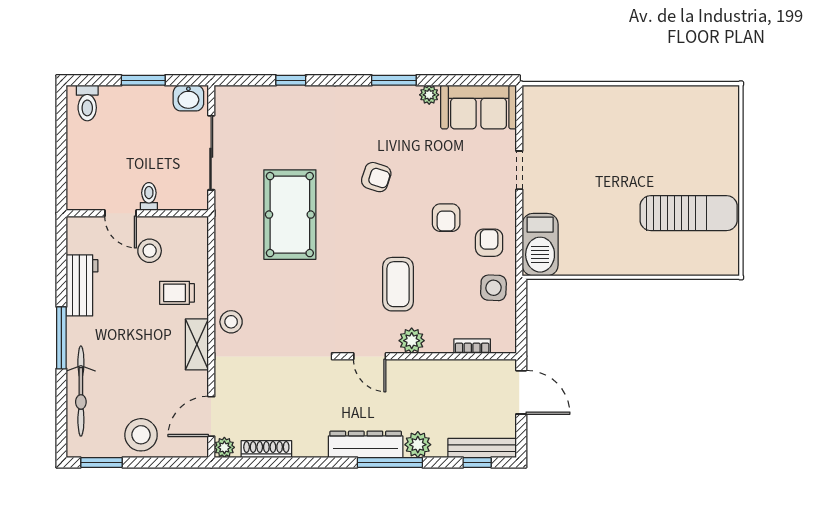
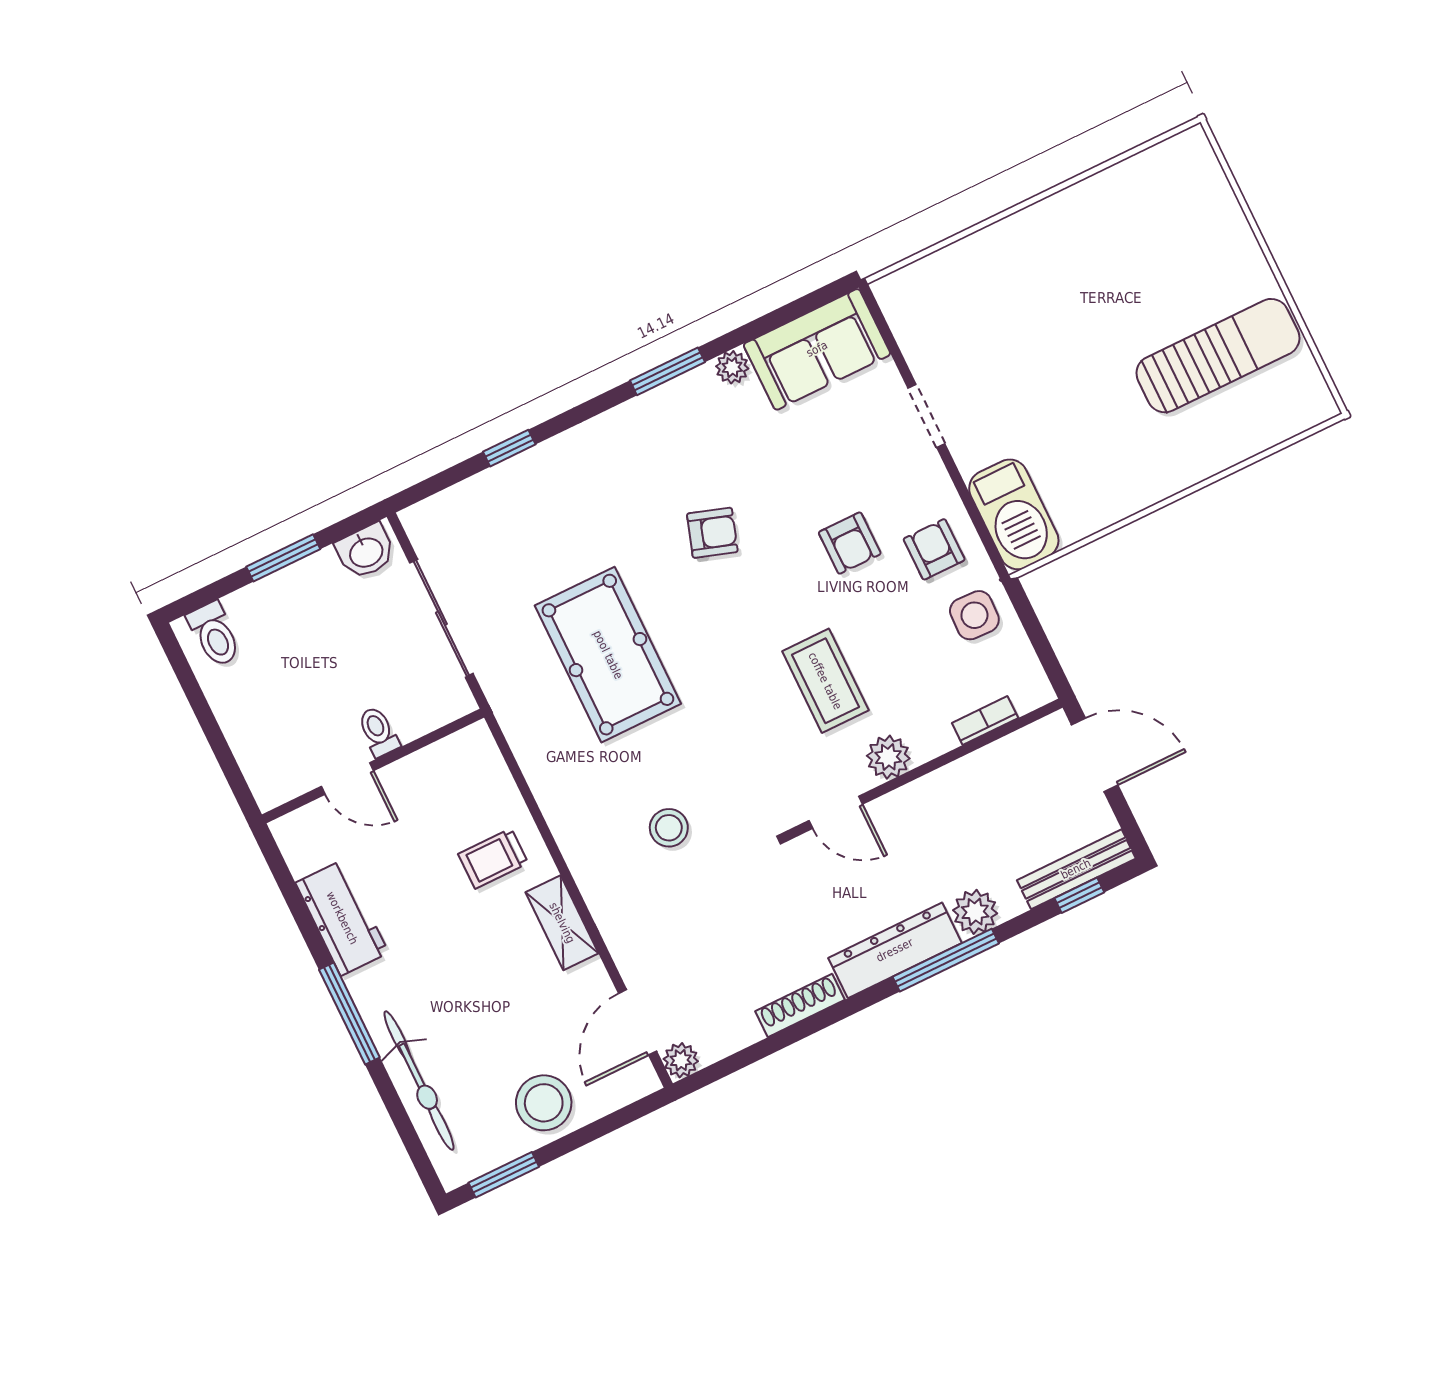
stool: (150, 251) -> (420, 814), removed
stool: (231, 322) -> (669, 828), moved
shoe rack: (266, 449) -> (800, 1005), moved

